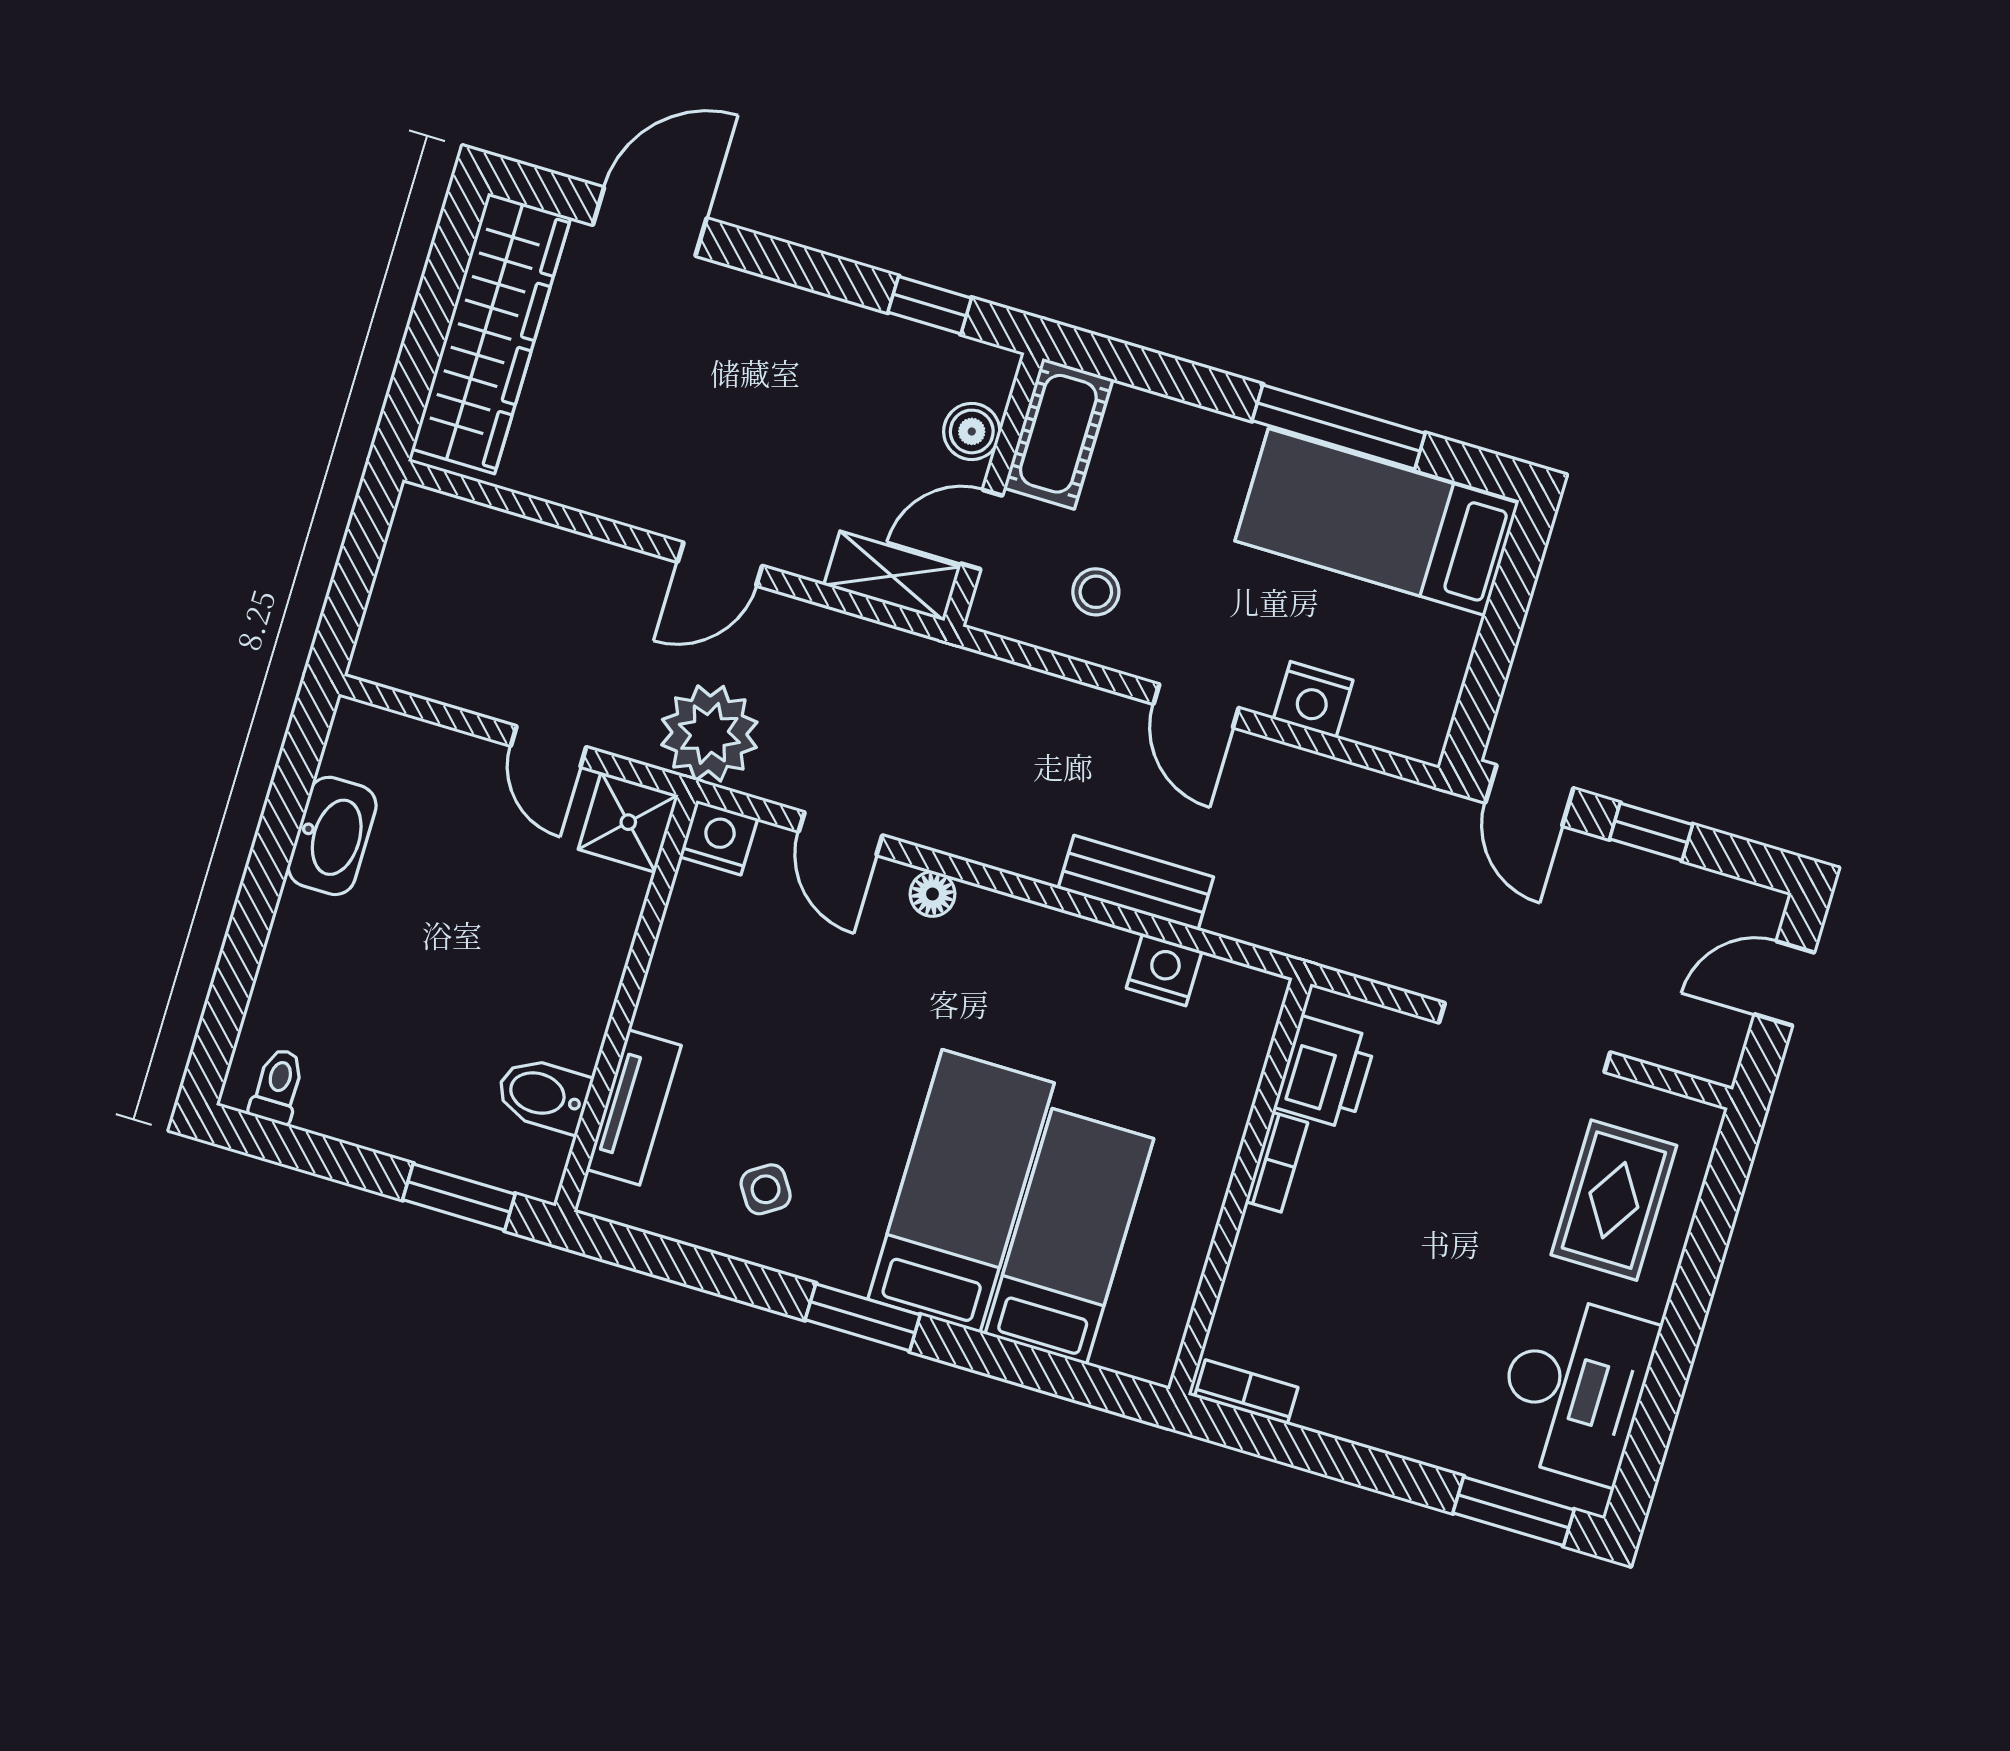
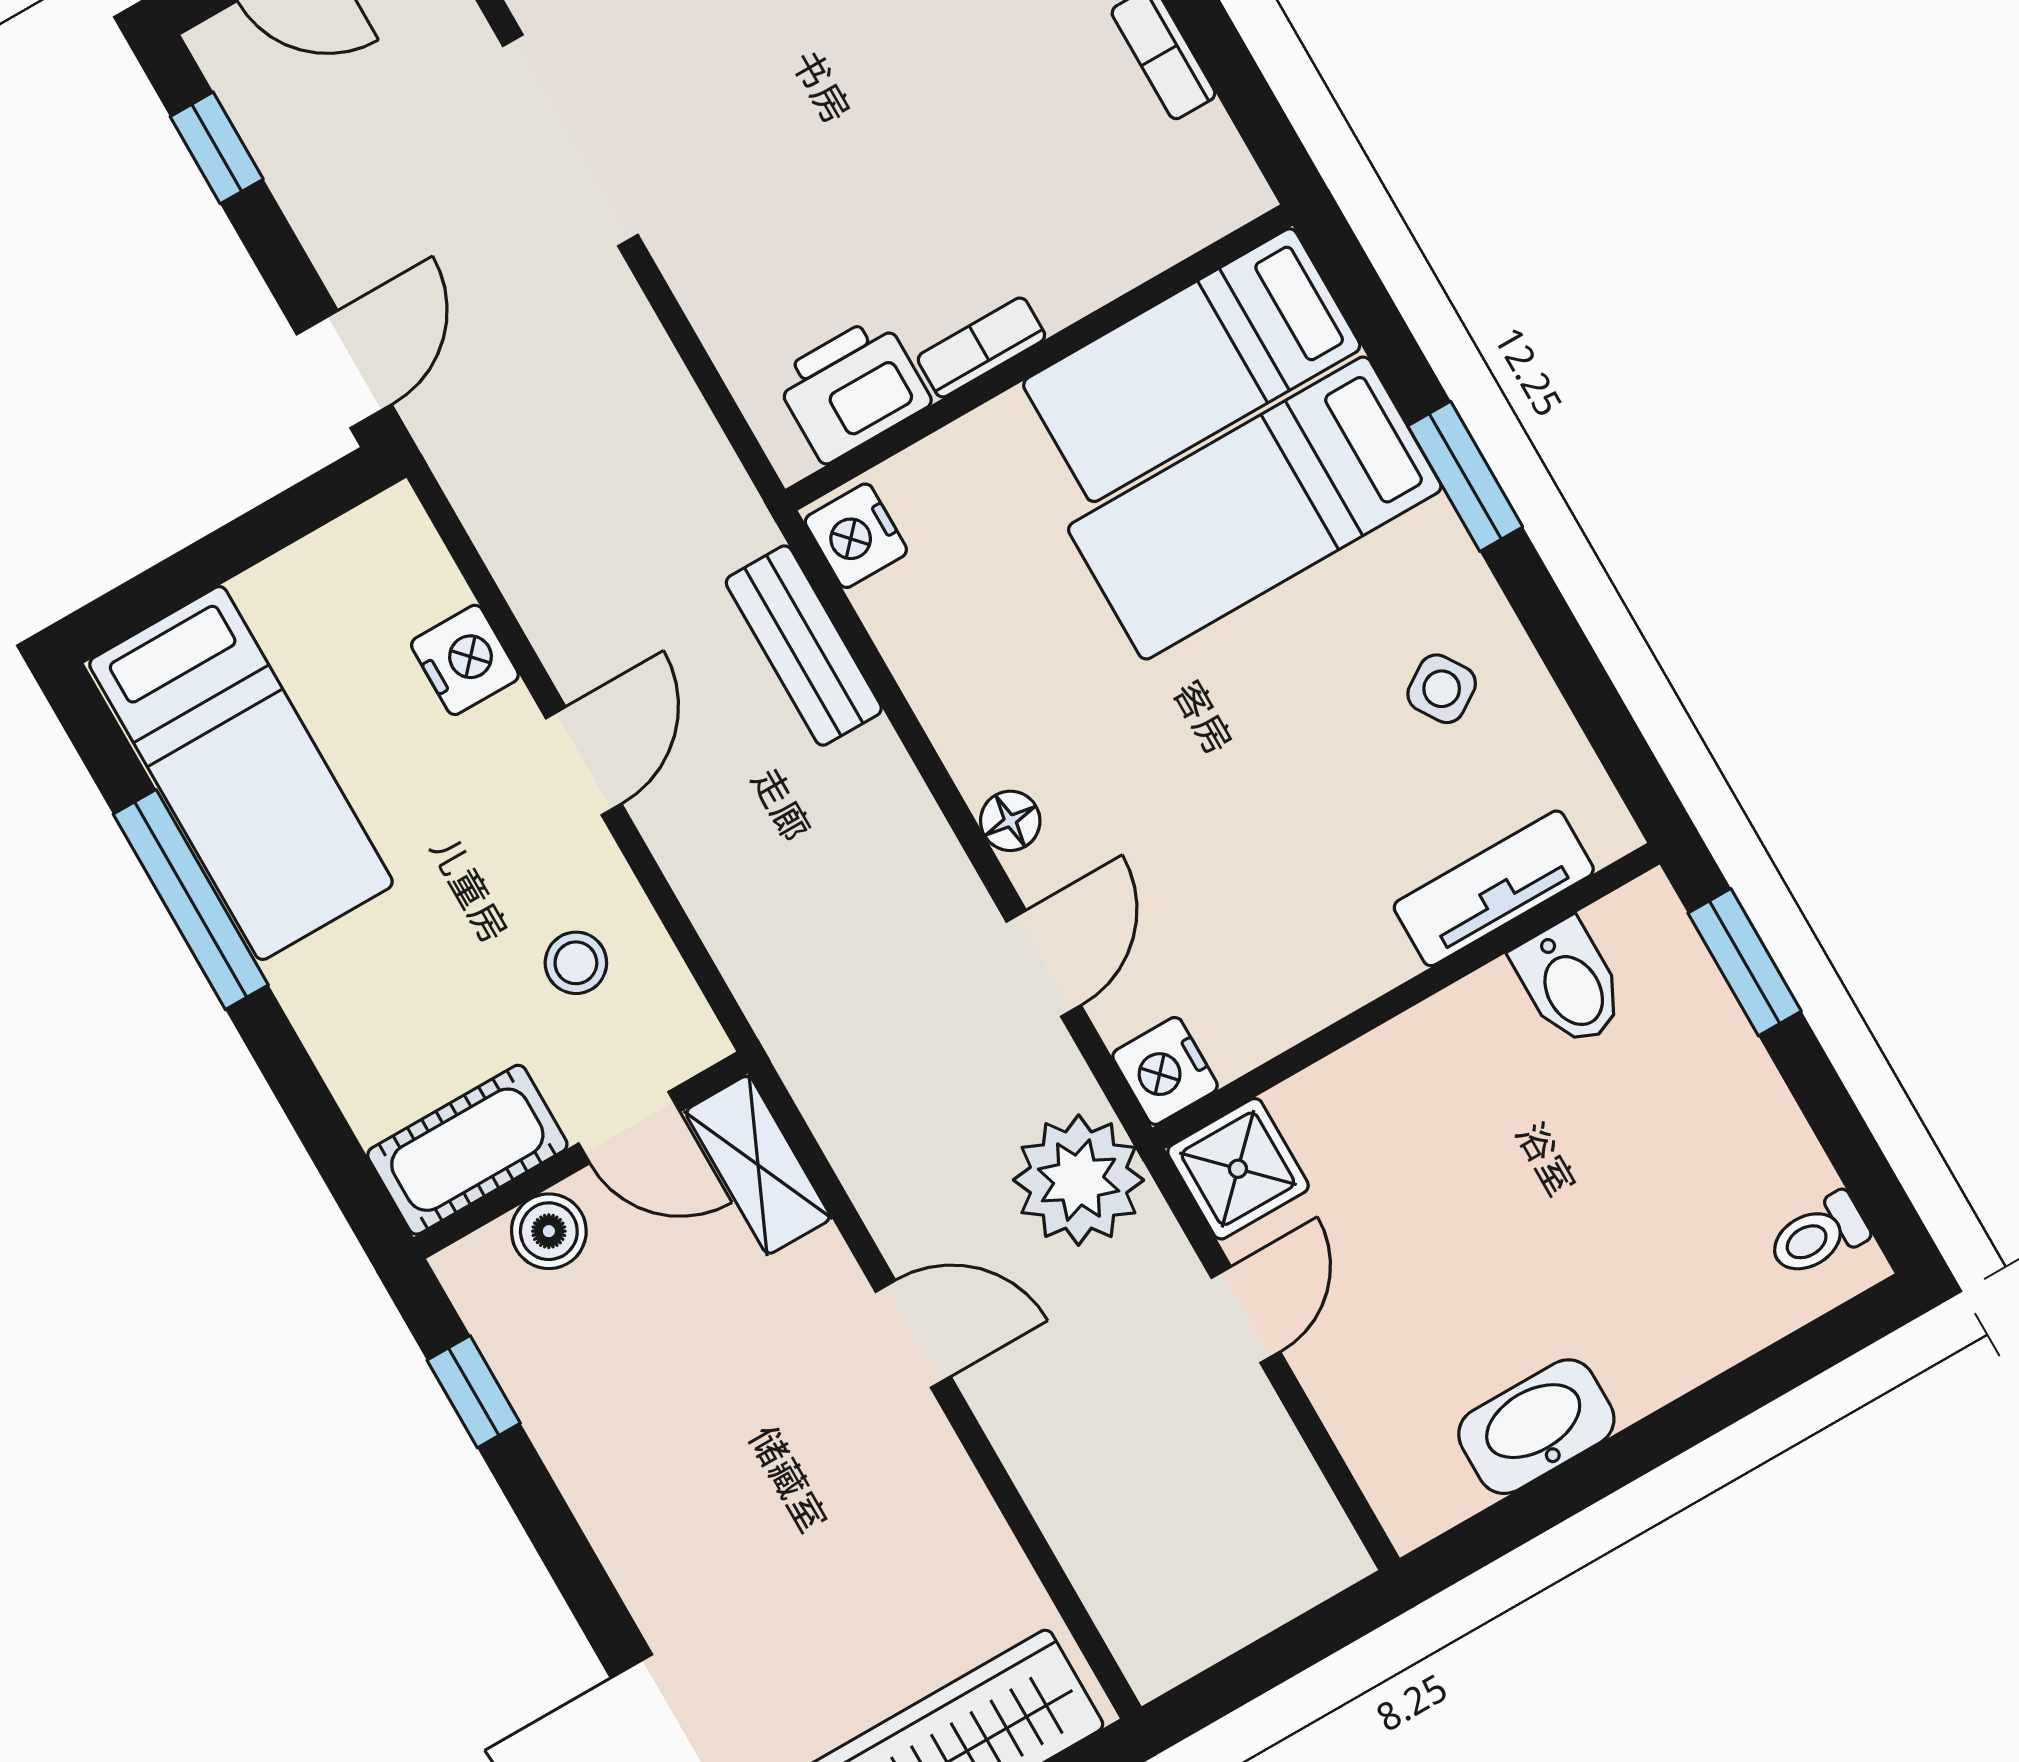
window: (1651, 832) -> (217, 148), moved
printer: (1325, 1073) -> (852, 389), moved
bookcase: (1277, 1162) -> (981, 347), moved
wall: (1240, 1186) -> (1039, 357), moved

